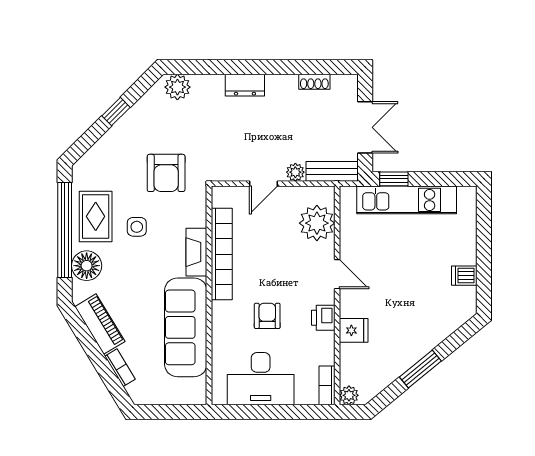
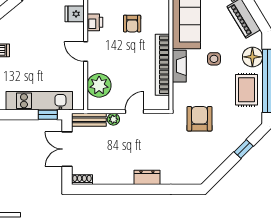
shoe rack: (314, 82) -> (82, 180), moved
plant: (177, 87) -> (192, 176), removed
window: (116, 112) -> (244, 149), moved
side table: (137, 227) -> (214, 59), moved

